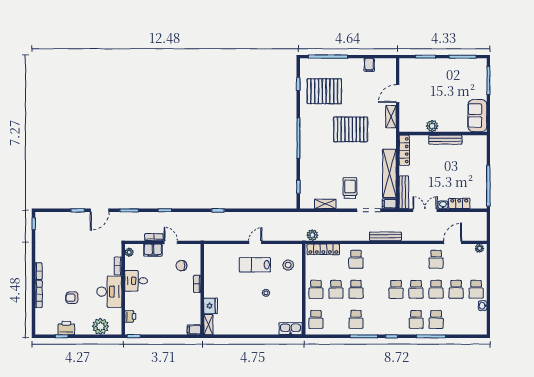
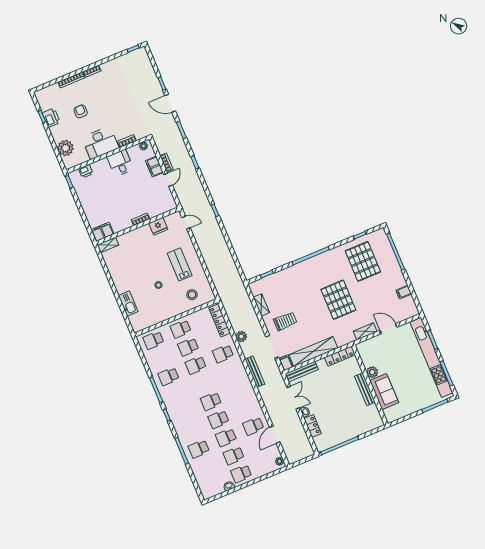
kitchen unit: (441, 65) -> (431, 357), added
sofa: (477, 116) -> (384, 392), moved, turned 90
plant: (312, 235) -> (241, 336), moved
door: (255, 242) -> (186, 223), moved
door: (453, 242) -> (275, 435), swing flipped
chair: (181, 266) -> (151, 198), removed
fridge: (211, 306) -> (158, 226), moved
school desk: (416, 319) -> (191, 431), removed
kitchen sink: (291, 329) -> (128, 304), moved
filing cabinet: (194, 330) -> (102, 232), width x2.00

